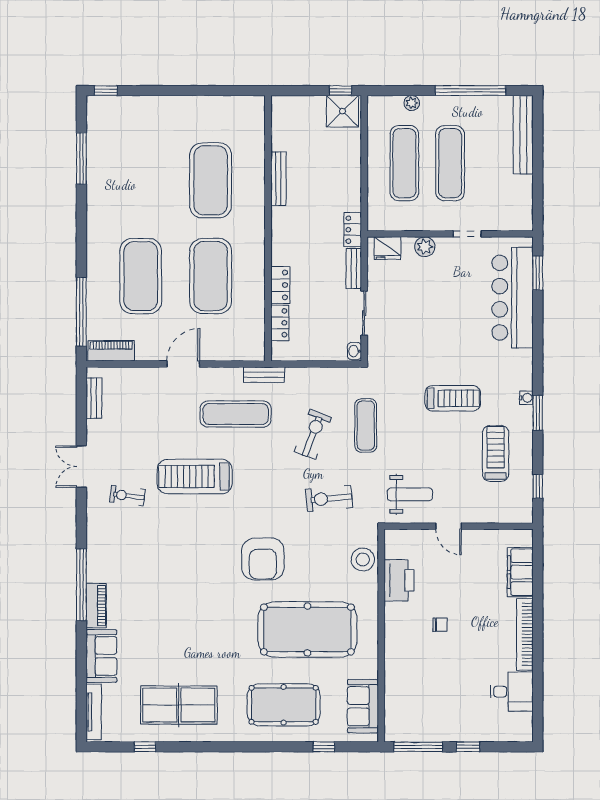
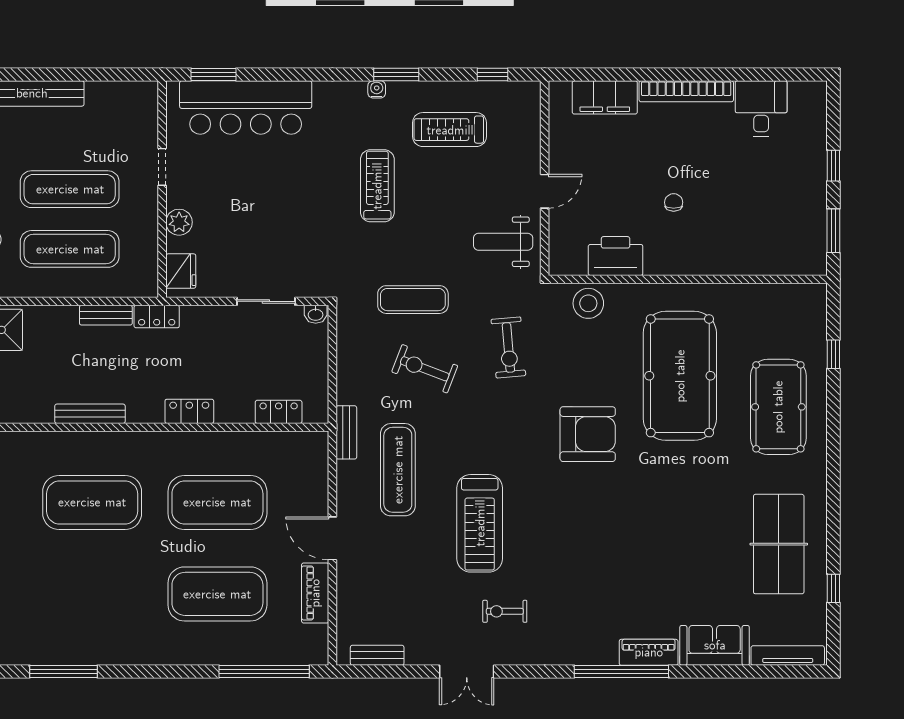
bench: (354, 268) -> (106, 315), moved
locker: (280, 285) -> (189, 411), moved
piano: (111, 351) -> (315, 593), moved
weight bench: (410, 494) -> (503, 242), turned -90
exercise bike: (127, 496) -> (505, 611), turned 83
sofa: (363, 706) -> (780, 303), removed
window: (418, 747) -> (833, 231), width x0.69

